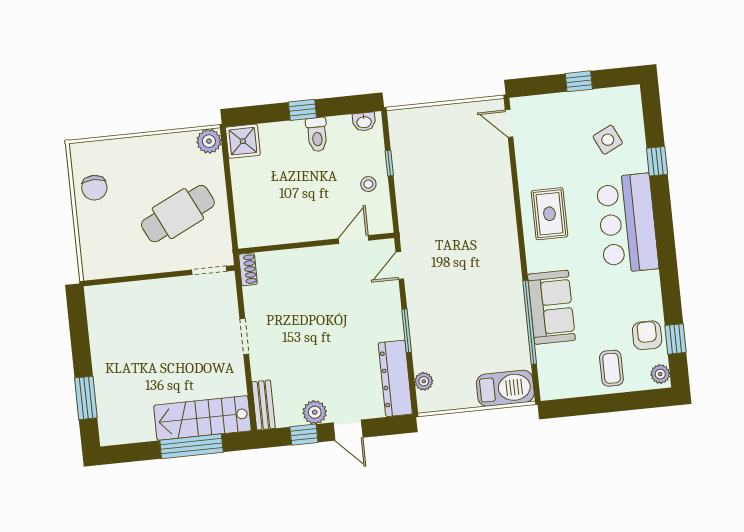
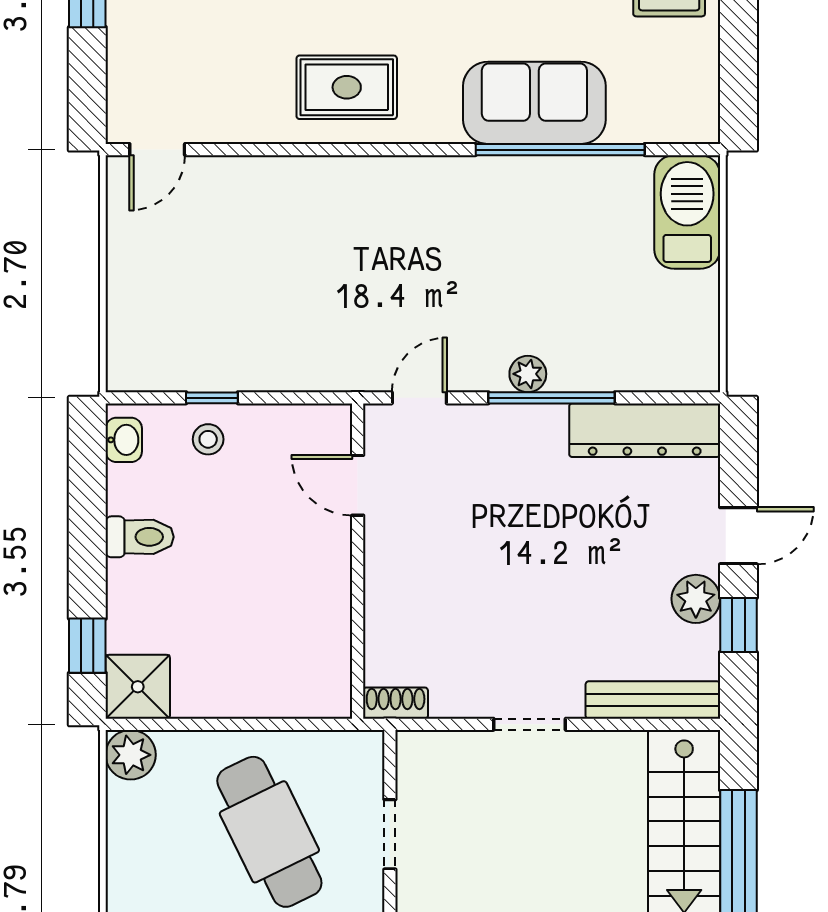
window: (302, 110) -> (87, 646), moved
stool: (368, 184) -> (208, 439), moved
door: (400, 265) -> (419, 398), swing flipped
doorway: (209, 270) -> (390, 834), moved
window: (407, 331) -> (552, 398), width x1.44
plant: (424, 381) -> (528, 374), moved
bench: (264, 405) -> (653, 700), width x1.36

